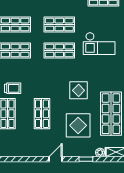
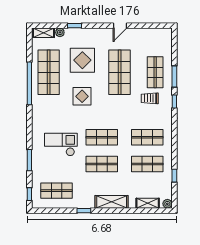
shop shelf: (42, 114) -> (120, 72), width x1.43, depth x1.36
door: (55, 159) -> (120, 26), moved

